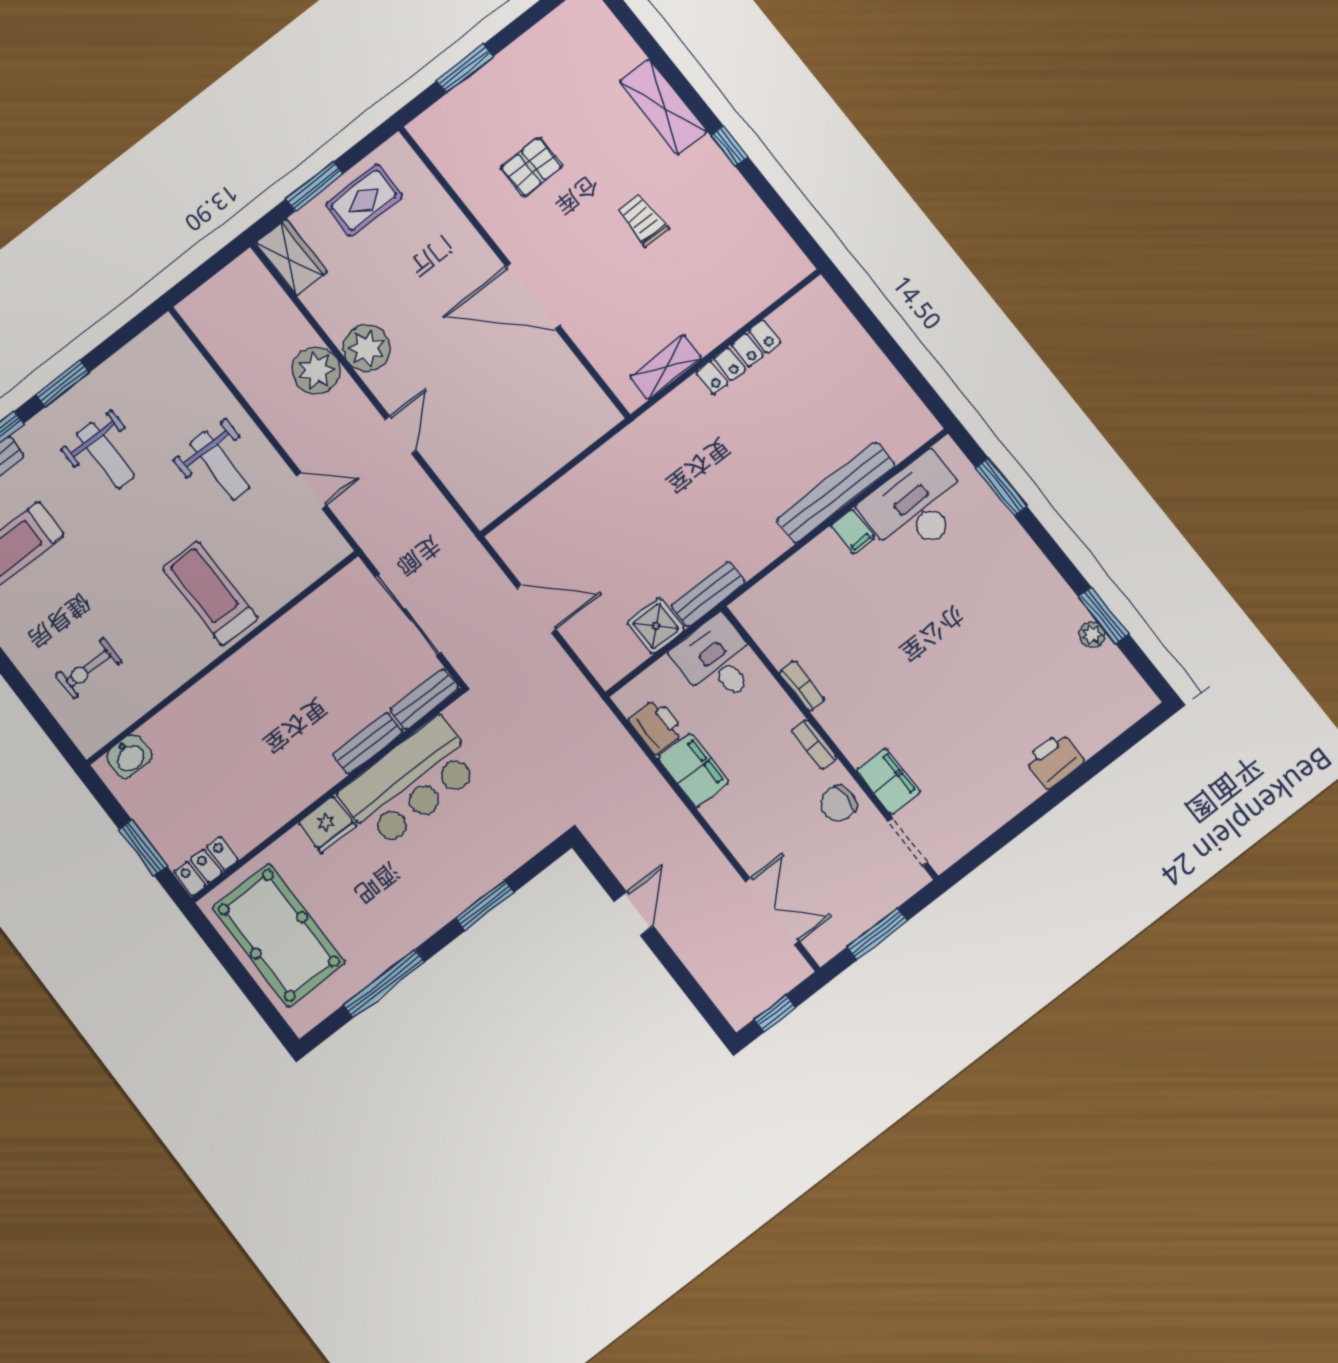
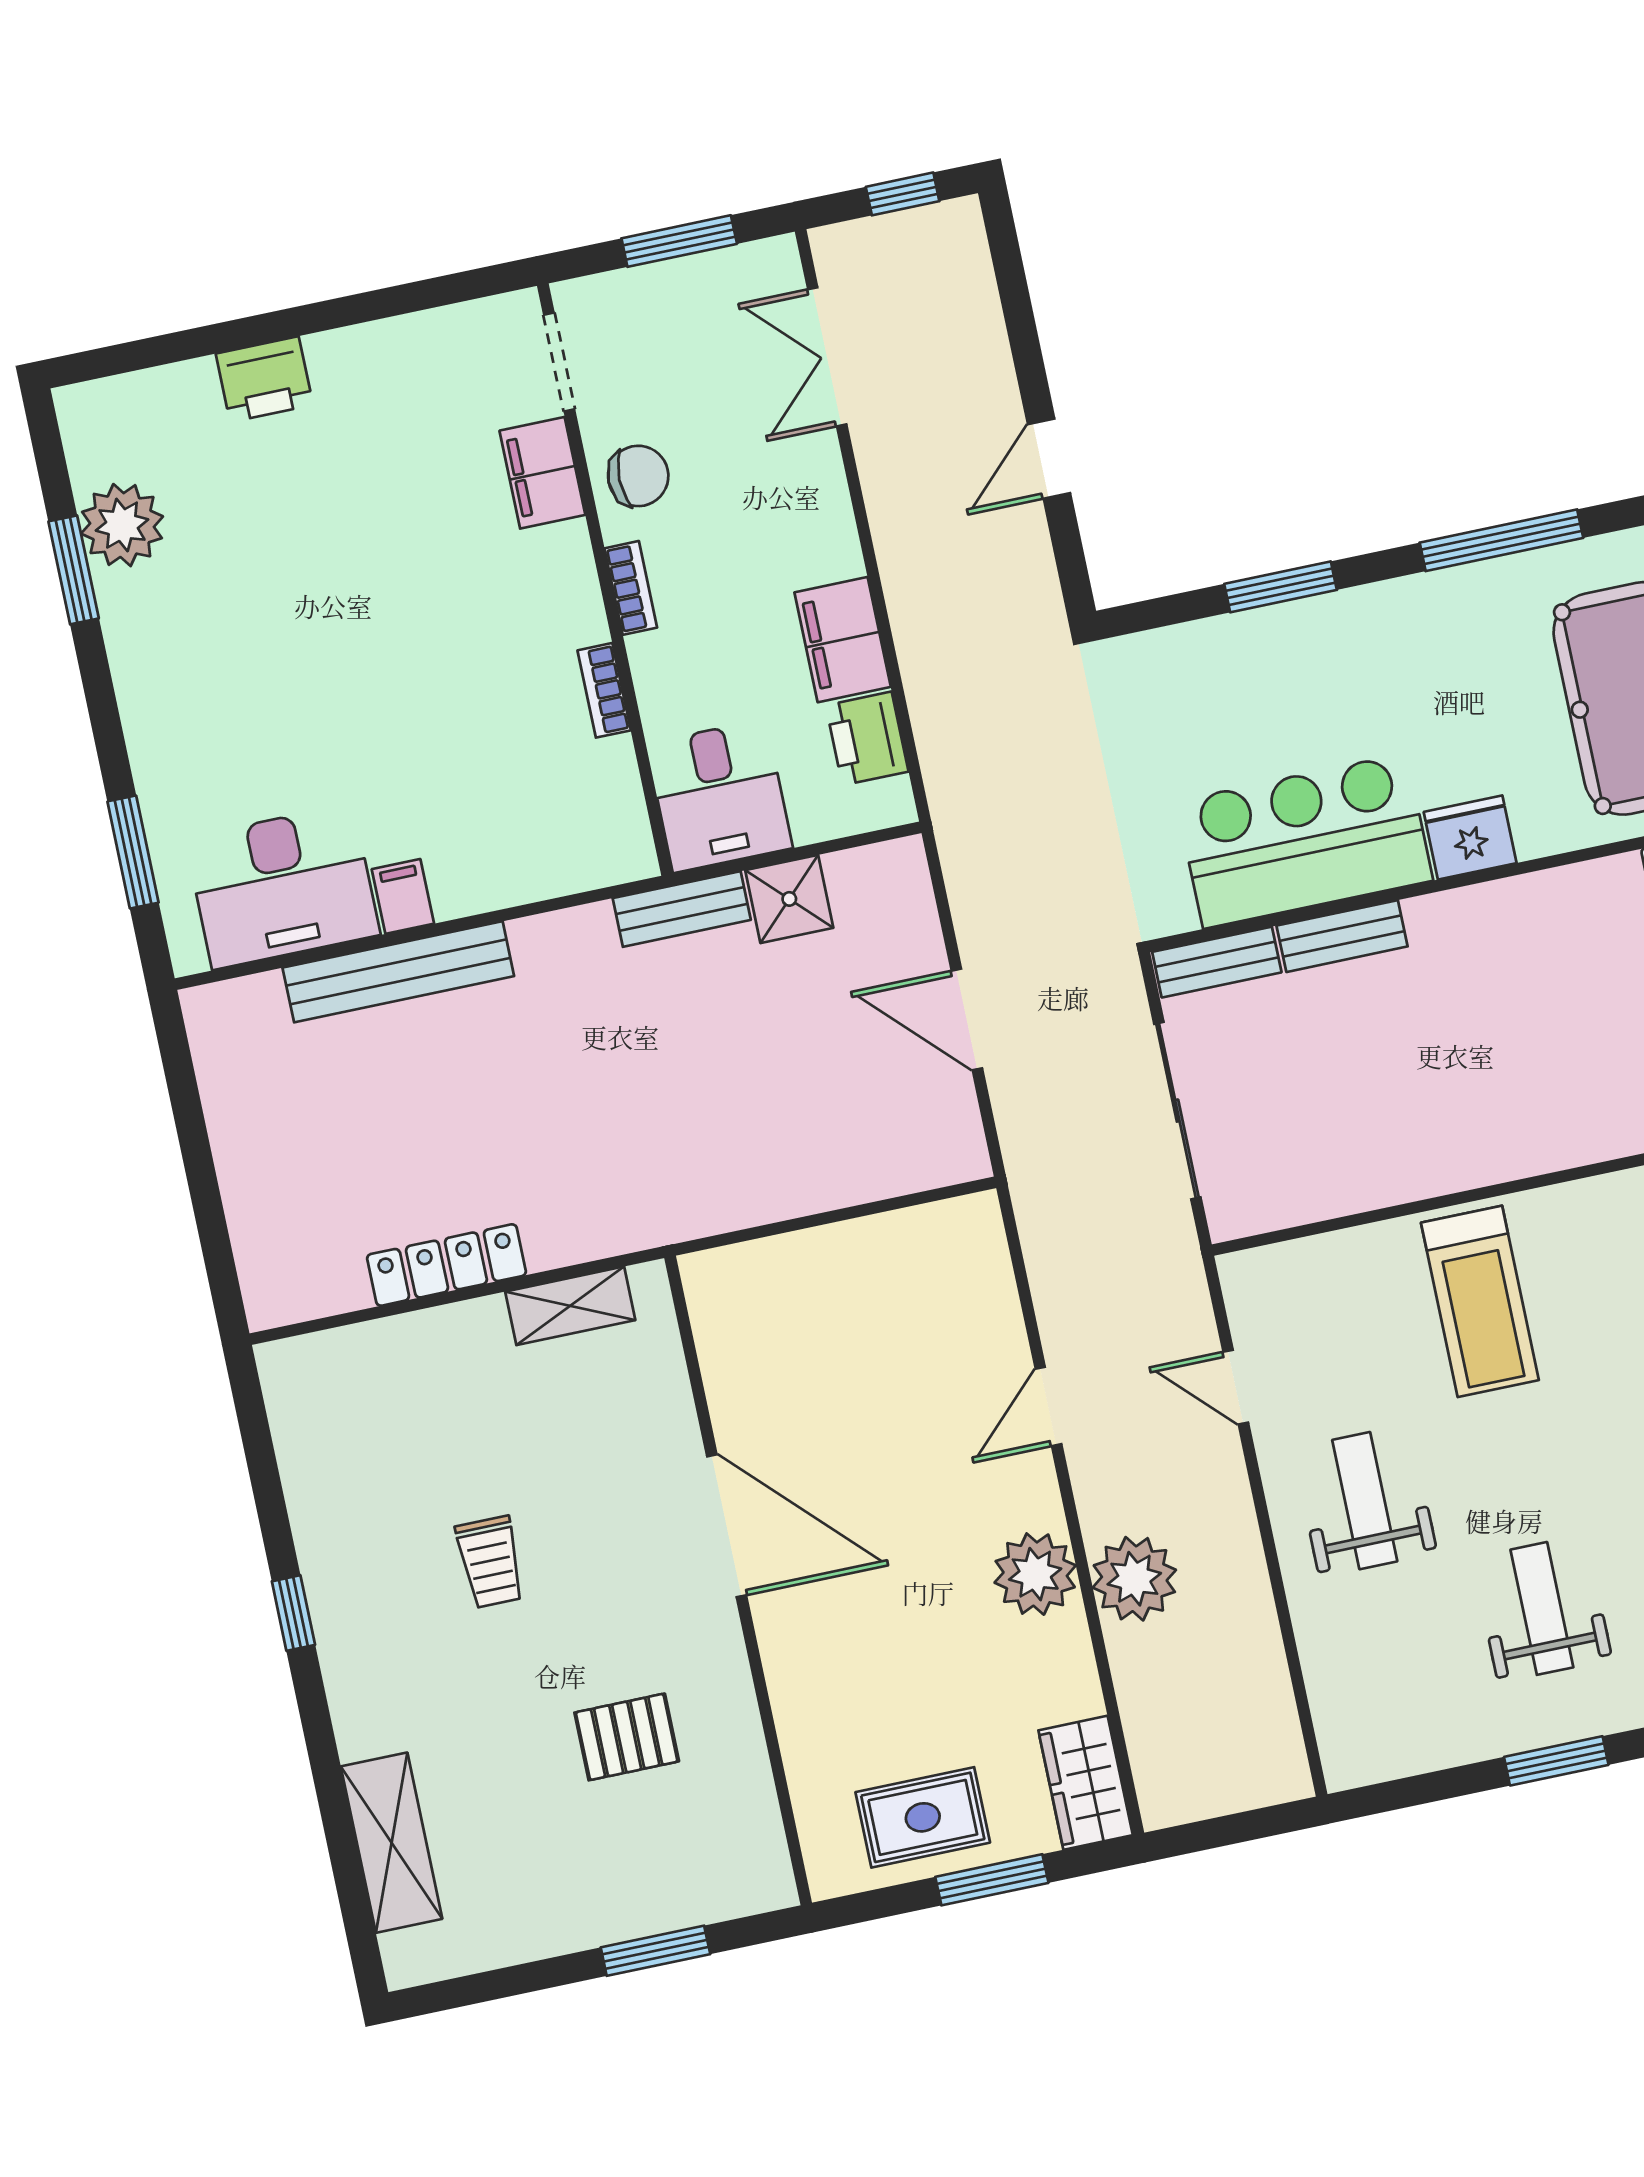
shelving: (663, 107) -> (392, 1843), moved
plant: (1092, 635) -> (122, 525), width x1.87, depth x1.87

